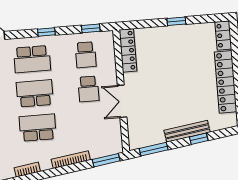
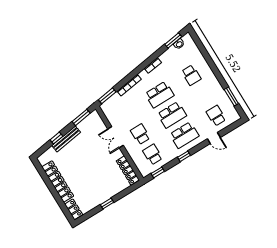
school desk: (32, 59) -> (184, 135), turned 180
double door: (122, 101) -> (116, 137), swing flipped

